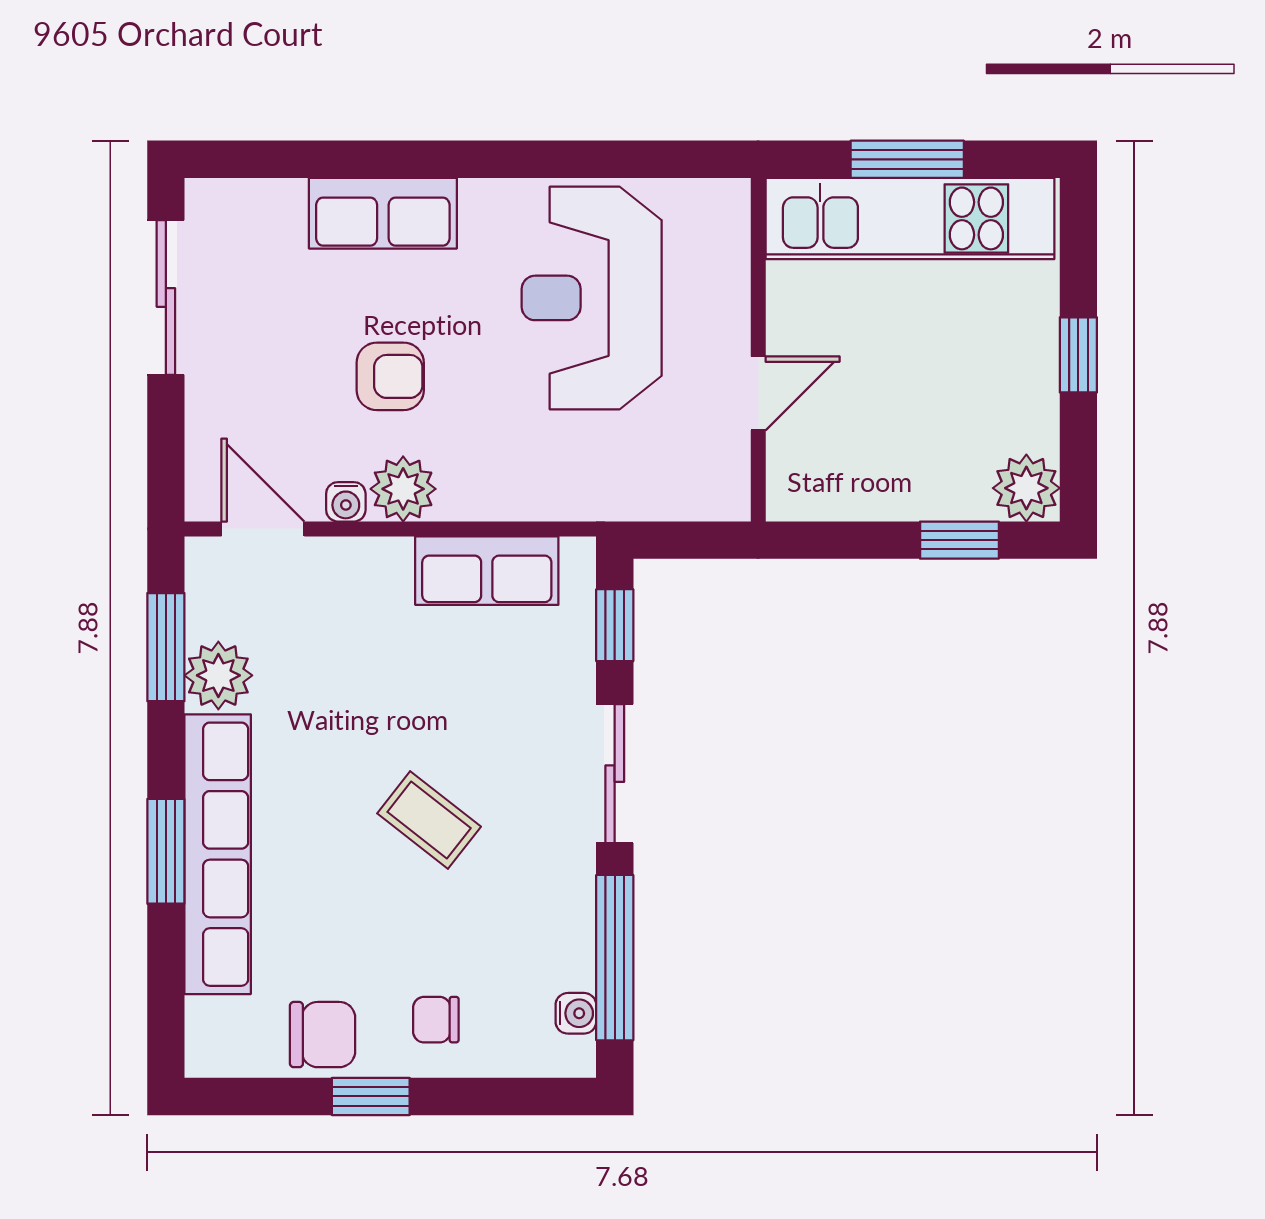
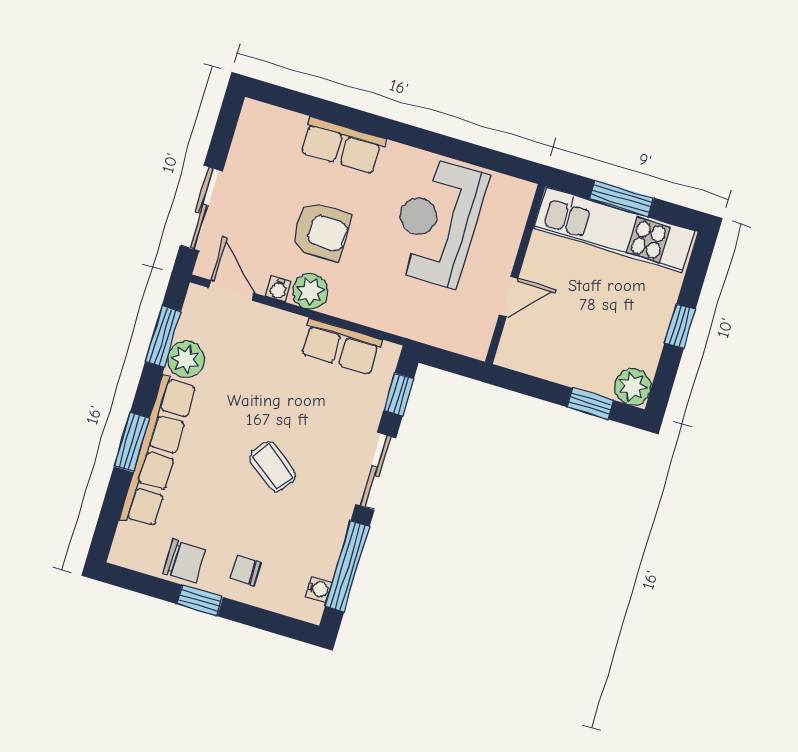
sliding door: (166, 297) -> (201, 208), moved
armchair: (390, 376) -> (321, 231), width x1.38, depth x1.38

